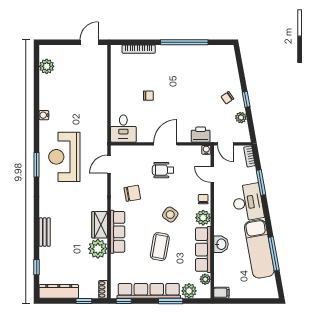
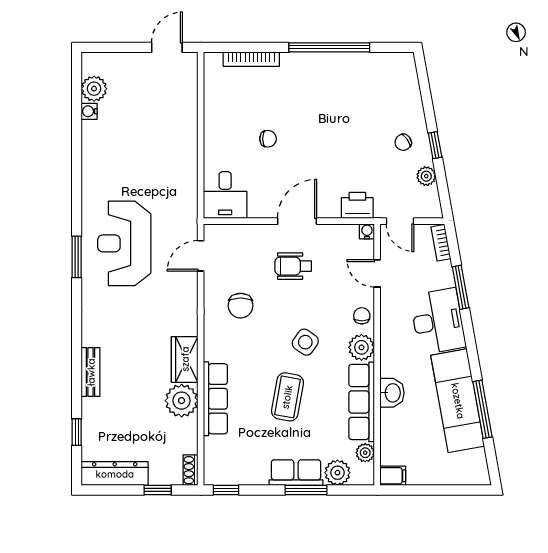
water cooler: (44, 115) -> (89, 111), moved
chair: (132, 193) -> (241, 306), turned 100
row of seats: (118, 232) -> (215, 399), moved
row of seats: (149, 291) -> (296, 473), width x0.50

